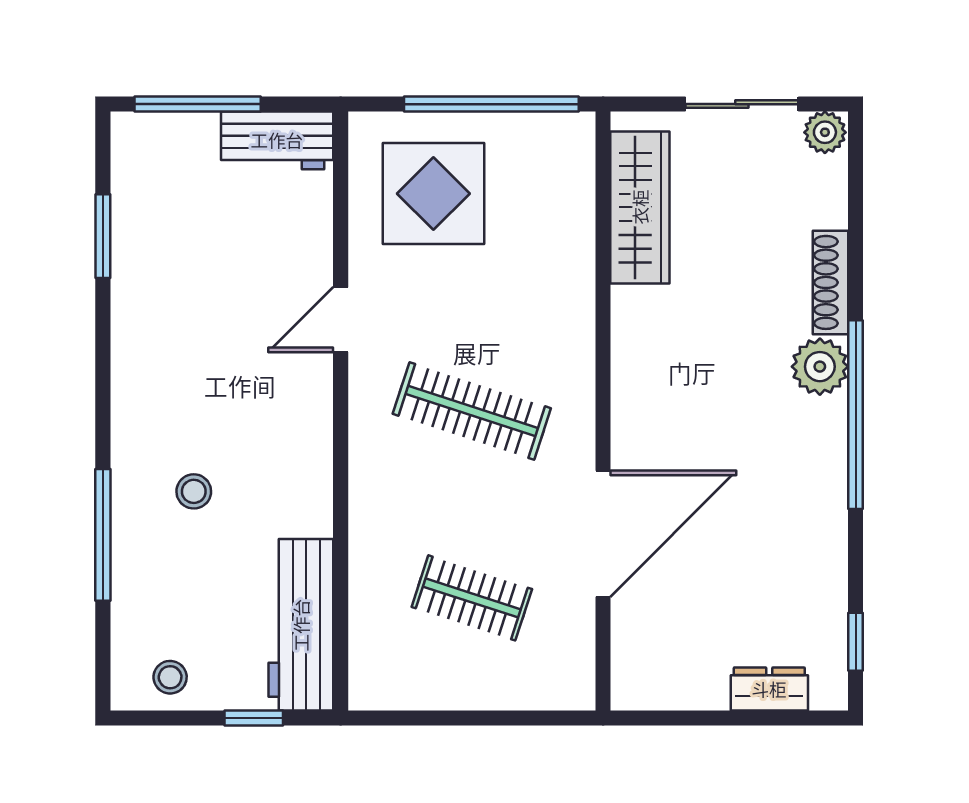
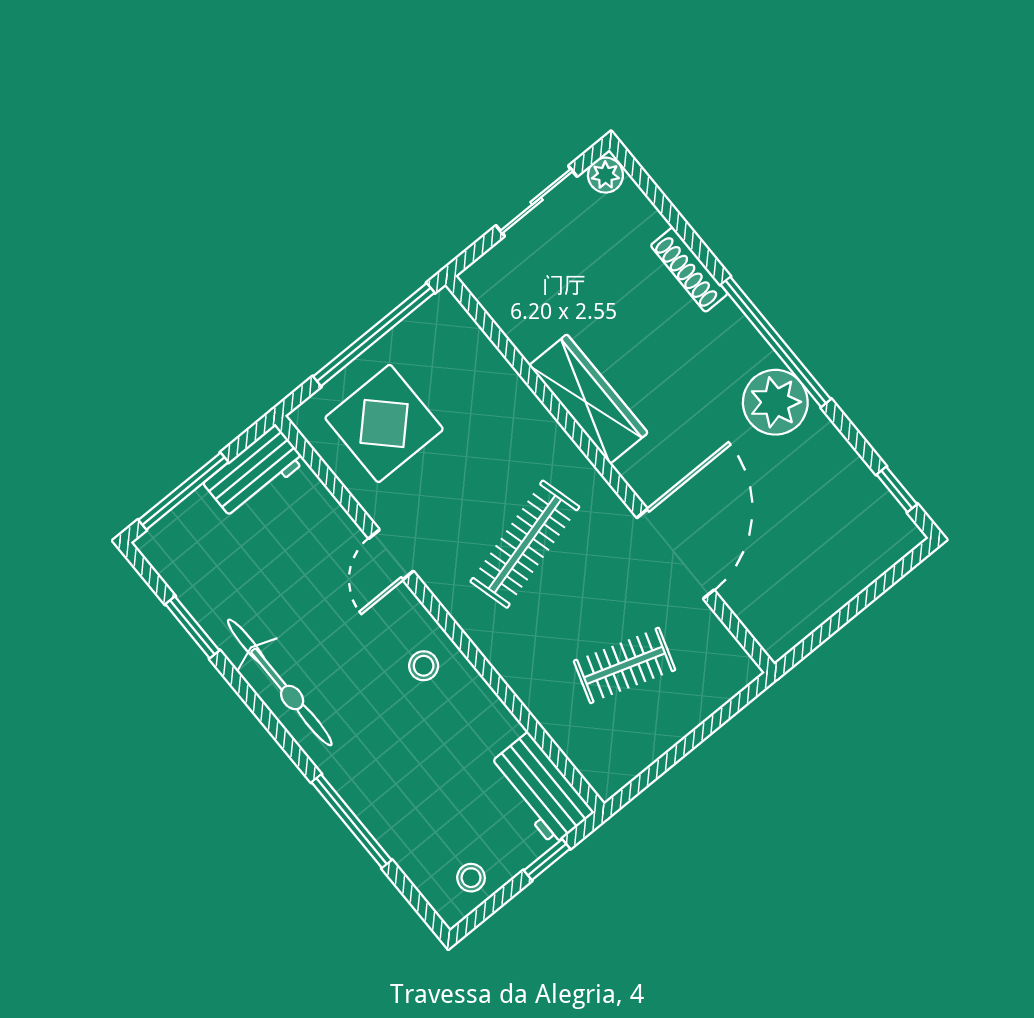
wardrobe: (640, 207) -> (588, 399), moved
bicycle: (142, 353) -> (280, 682), added
plant: (820, 367) -> (775, 402), moved, width x1.36, depth x1.36
clothes rail: (472, 411) -> (525, 544), turned -33
stool: (194, 491) -> (424, 666), moved
workbench: (301, 625) -> (540, 789), width x0.73
dresser: (769, 689) -> (866, 566), removed

